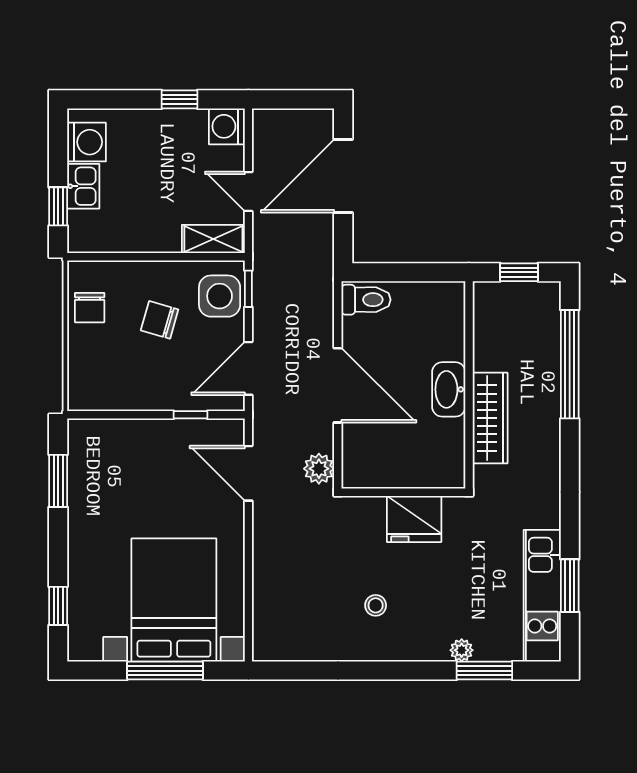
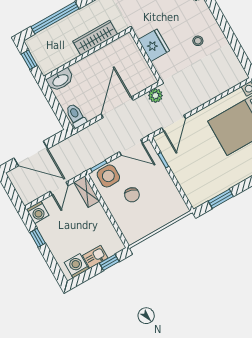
chair: (90, 308) -> (143, 226), removed
washbasin: (449, 389) -> (60, 80), moved

